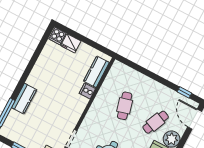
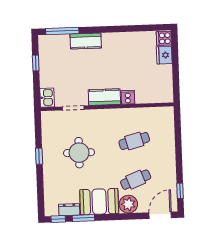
kitchen counter: (96, 72) -> (104, 97), moved
cafe table: (156, 122) -> (136, 180), turned -45

